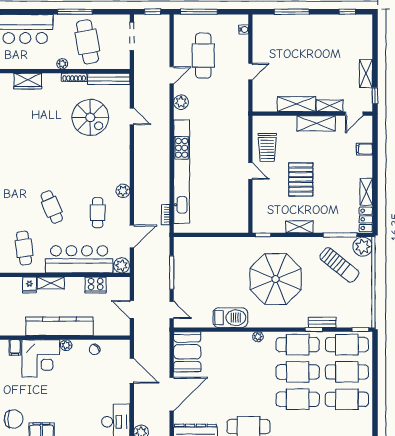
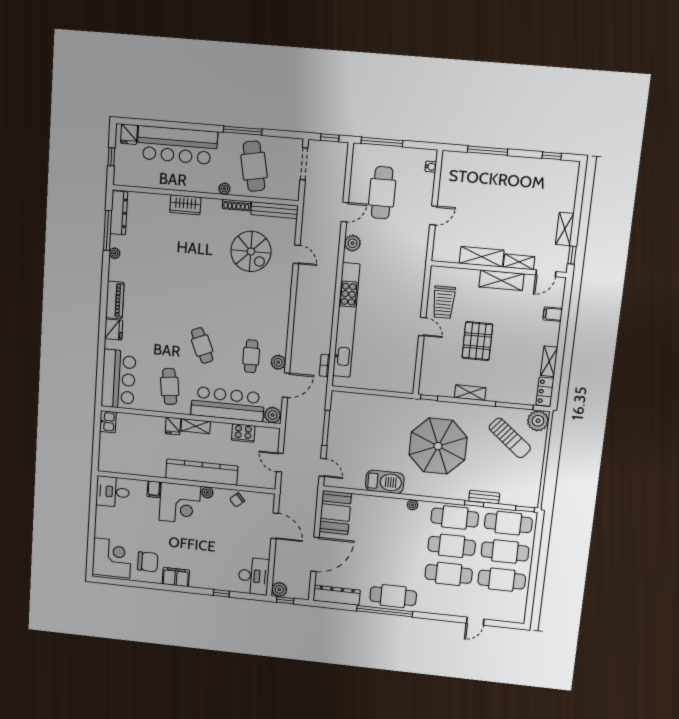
plant: (123, 191) -> (278, 362), moved

